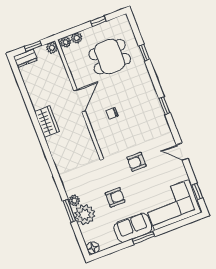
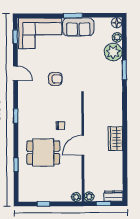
plant: (77, 38) -> (66, 197), removed
dining table: (110, 57) -> (43, 152), moved
armchair: (115, 197) -> (83, 57), removed
plant: (74, 200) -> (117, 37), moved
window: (69, 211) -> (124, 70), moved

